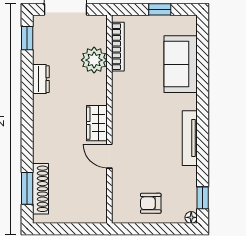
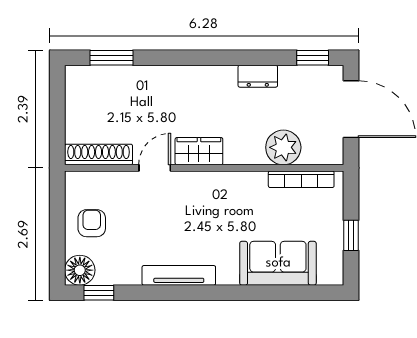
shoe rack: (40, 189) -> (99, 155), moved, turned 180
floor lamp: (191, 217) -> (80, 270), width x1.89, depth x1.89

